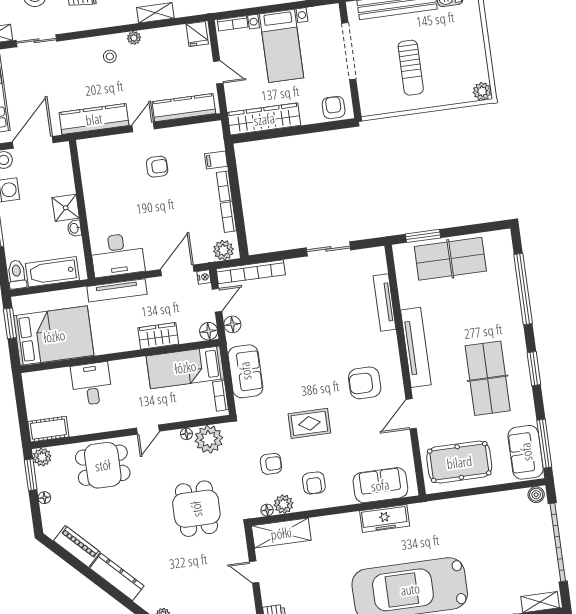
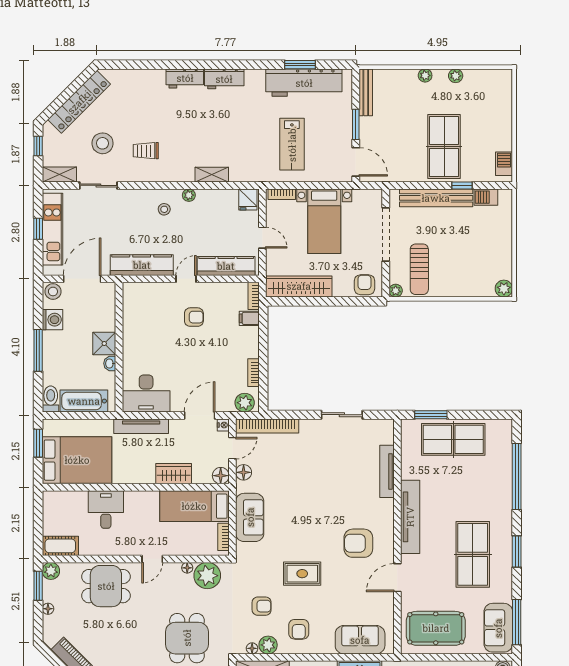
sun lounger: (411, 68) -> (419, 269), moved
plant: (367, 109) -> (396, 291), added
bookcase: (224, 186) -> (254, 296), moved

